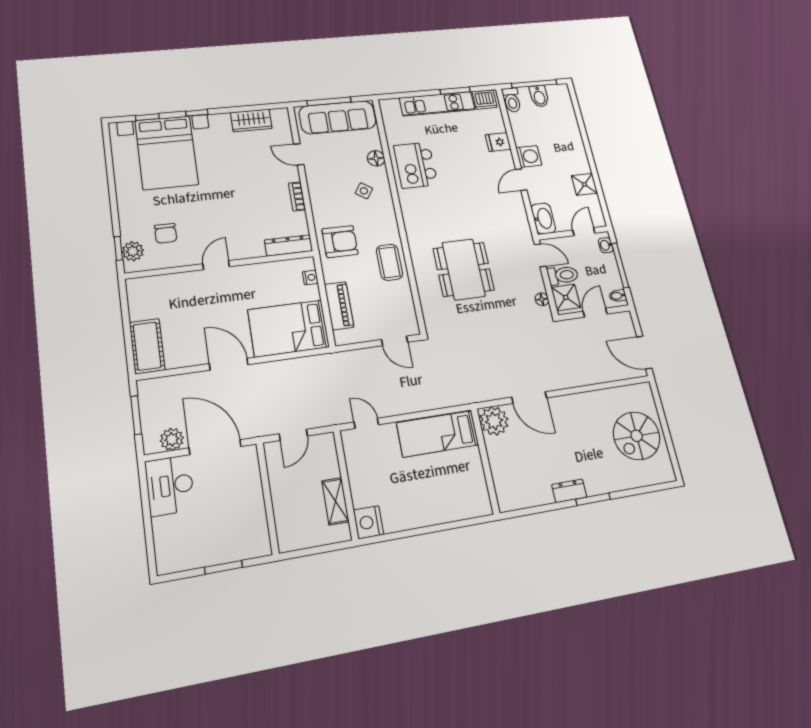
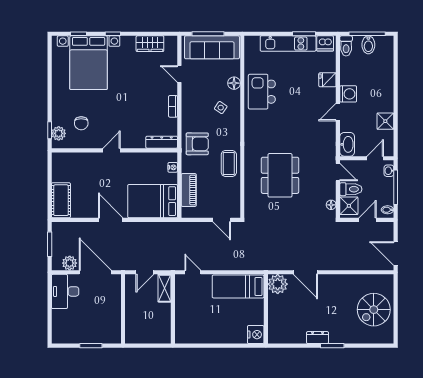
shelving: (335, 501) -> (165, 288), moved
nightstand: (369, 522) -> (256, 335), moved, turned 180

